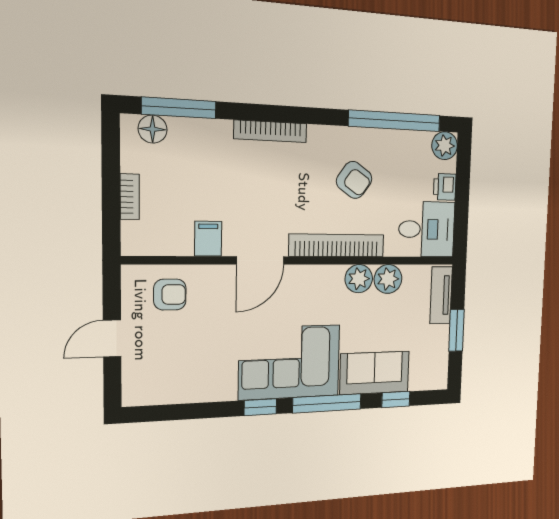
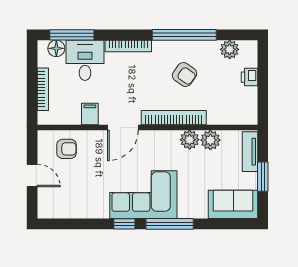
window: (395, 121) -> (184, 35), moved
plant: (445, 146) -> (230, 49), moved
bookcase: (130, 197) -> (43, 89), width x1.56
desk: (427, 229) -> (85, 60), moved, turned -90
door: (112, 338) -> (32, 175), swing flipped
sofa: (375, 373) -> (233, 204), moved
window: (396, 399) -> (219, 224), removed

